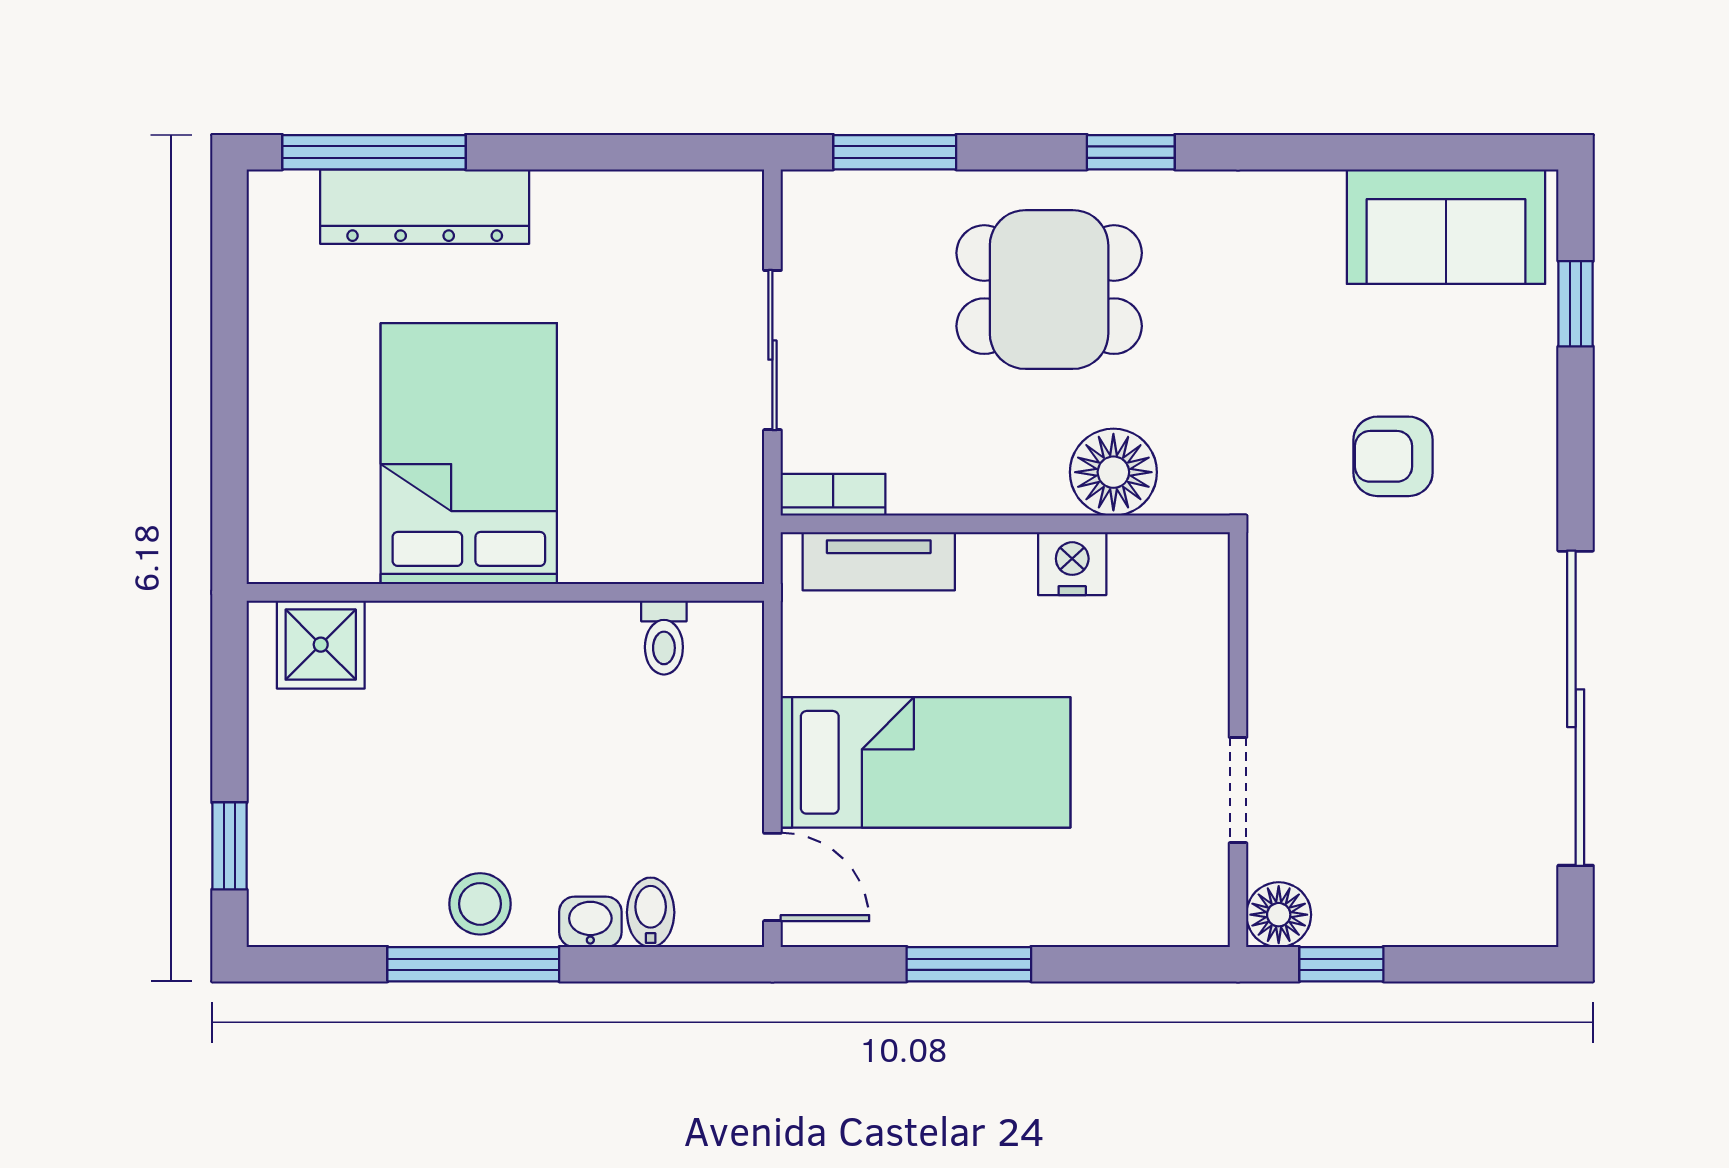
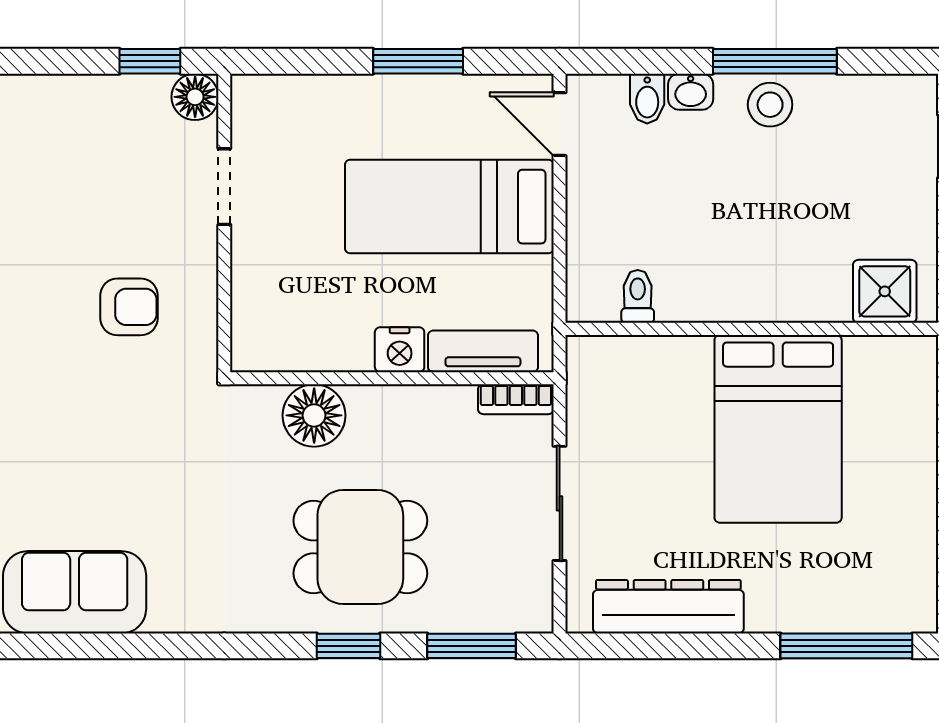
window: (1131, 152) -> (348, 646), moved
dresser: (425, 207) -> (668, 607), moved
armchair: (1393, 456) -> (129, 307), moved
nightstand: (1072, 564) -> (400, 350), moved

